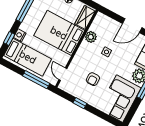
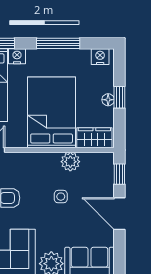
window: (111, 14) -> (119, 174), added

